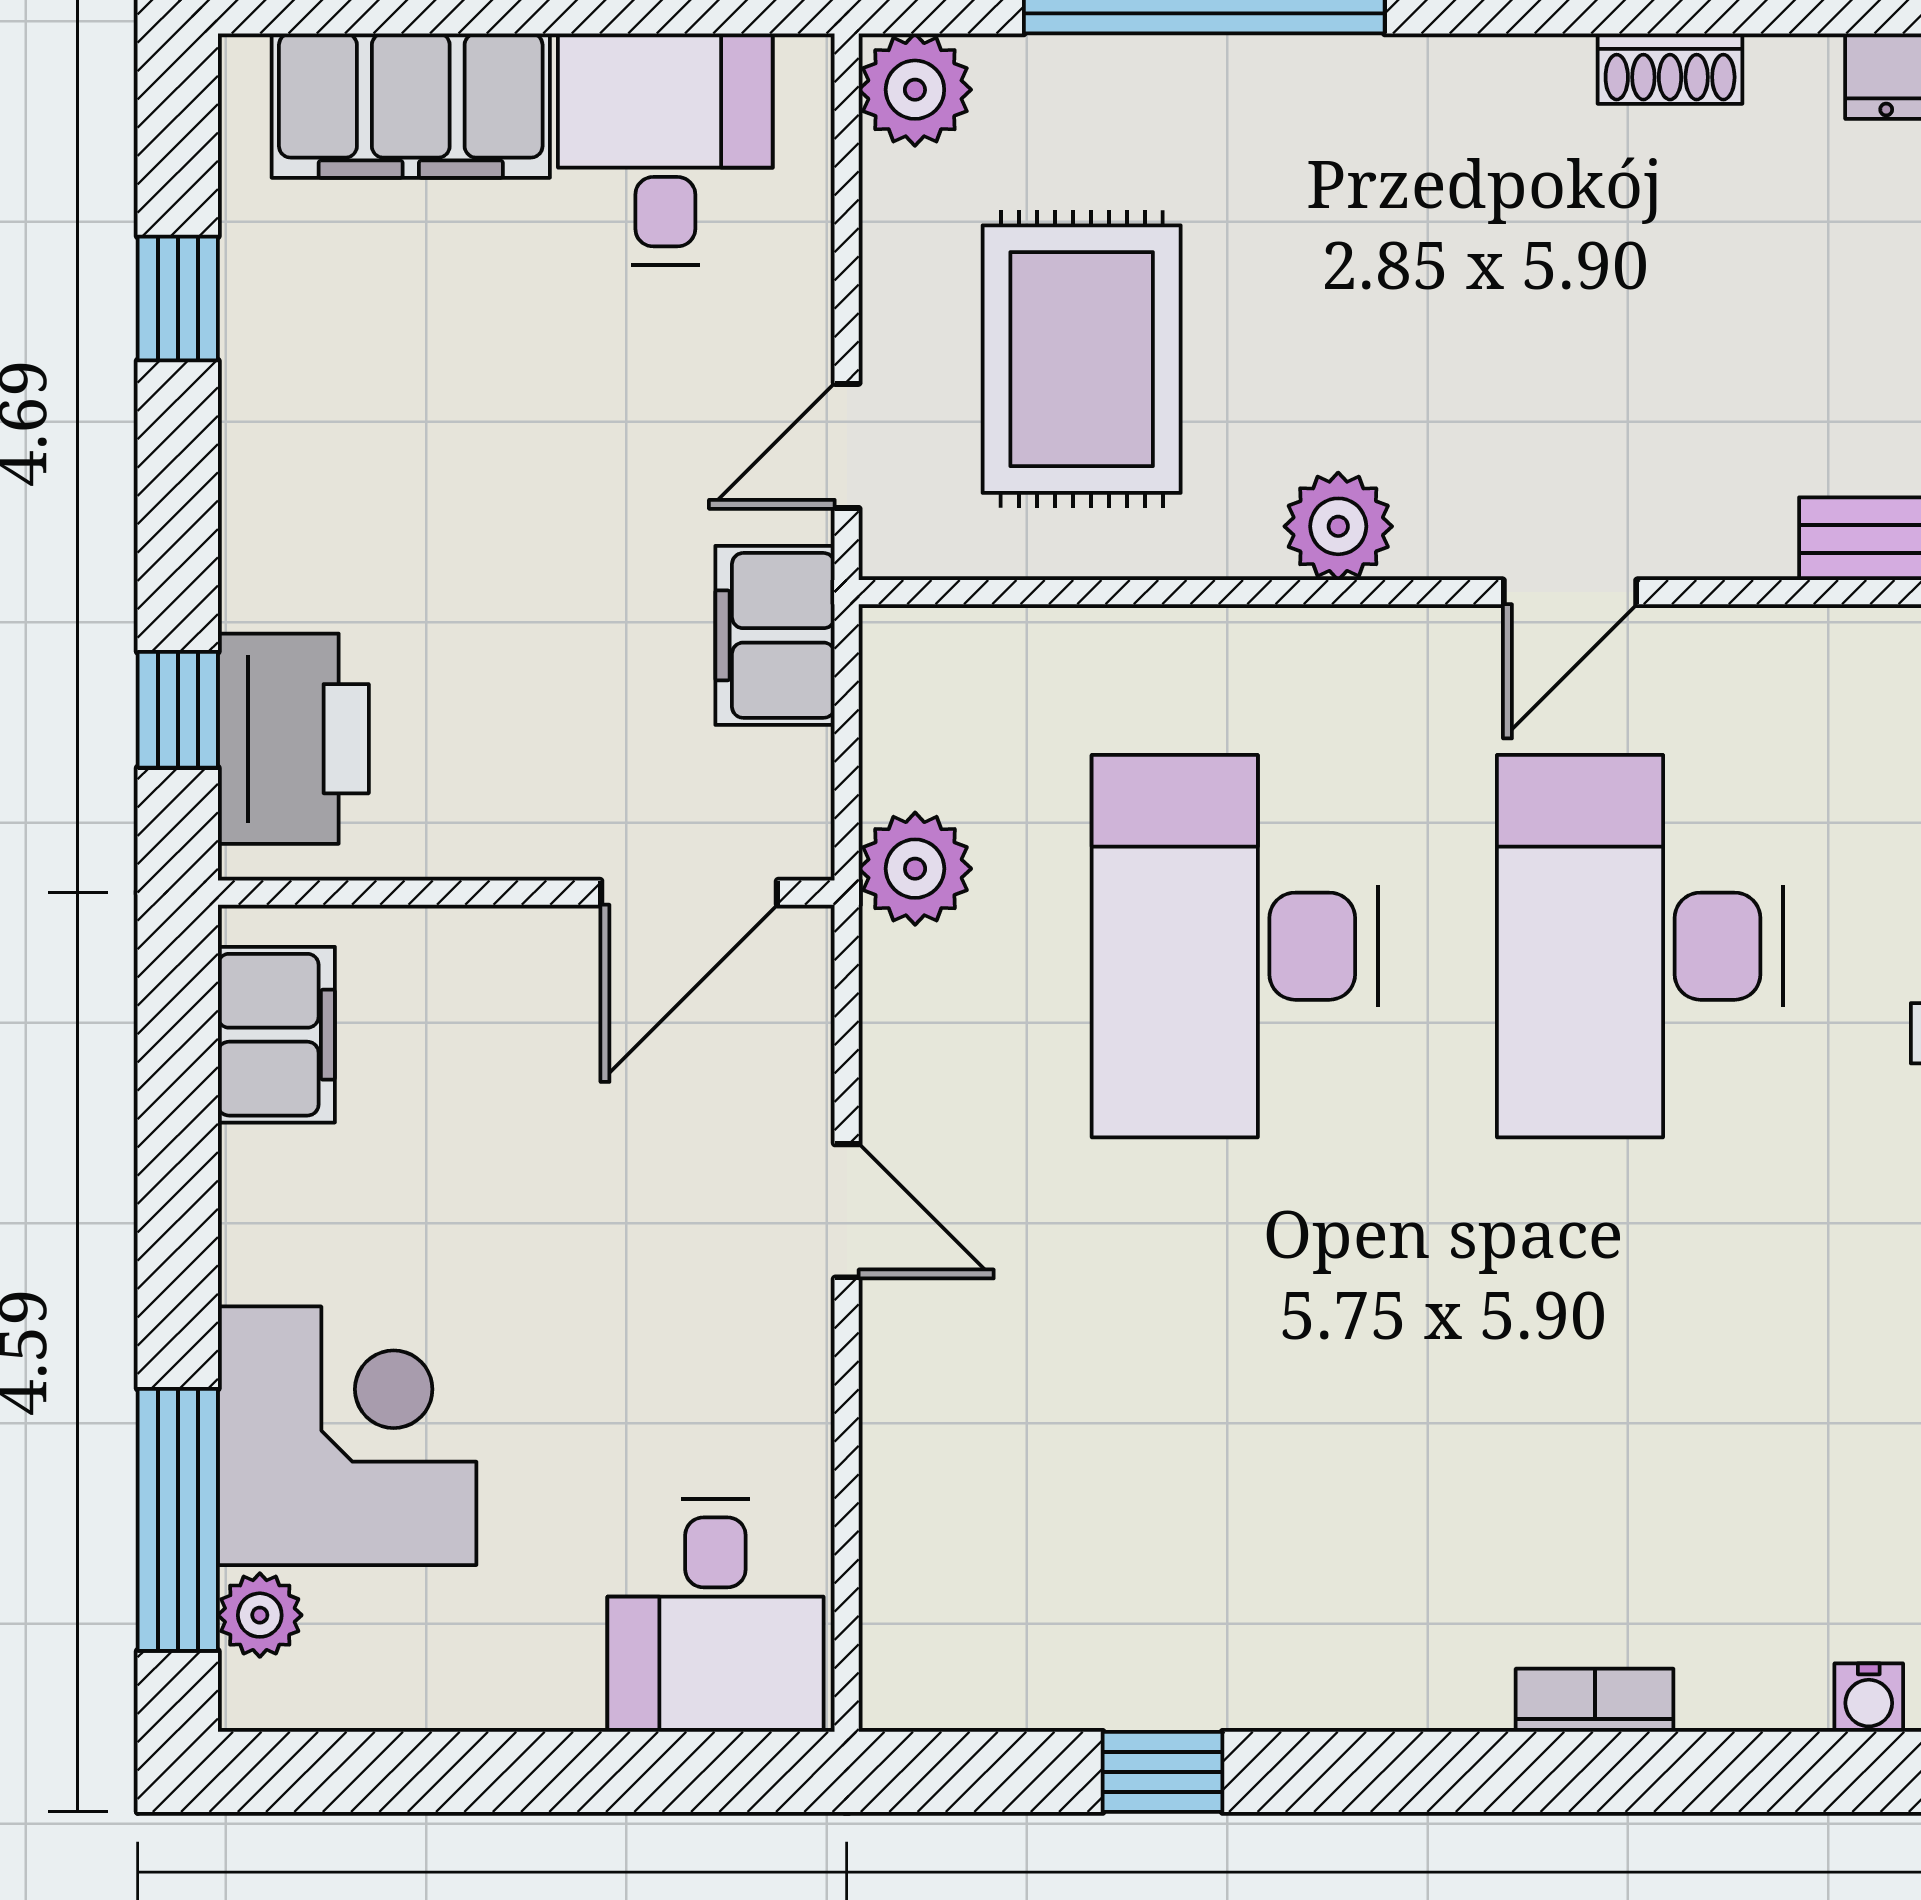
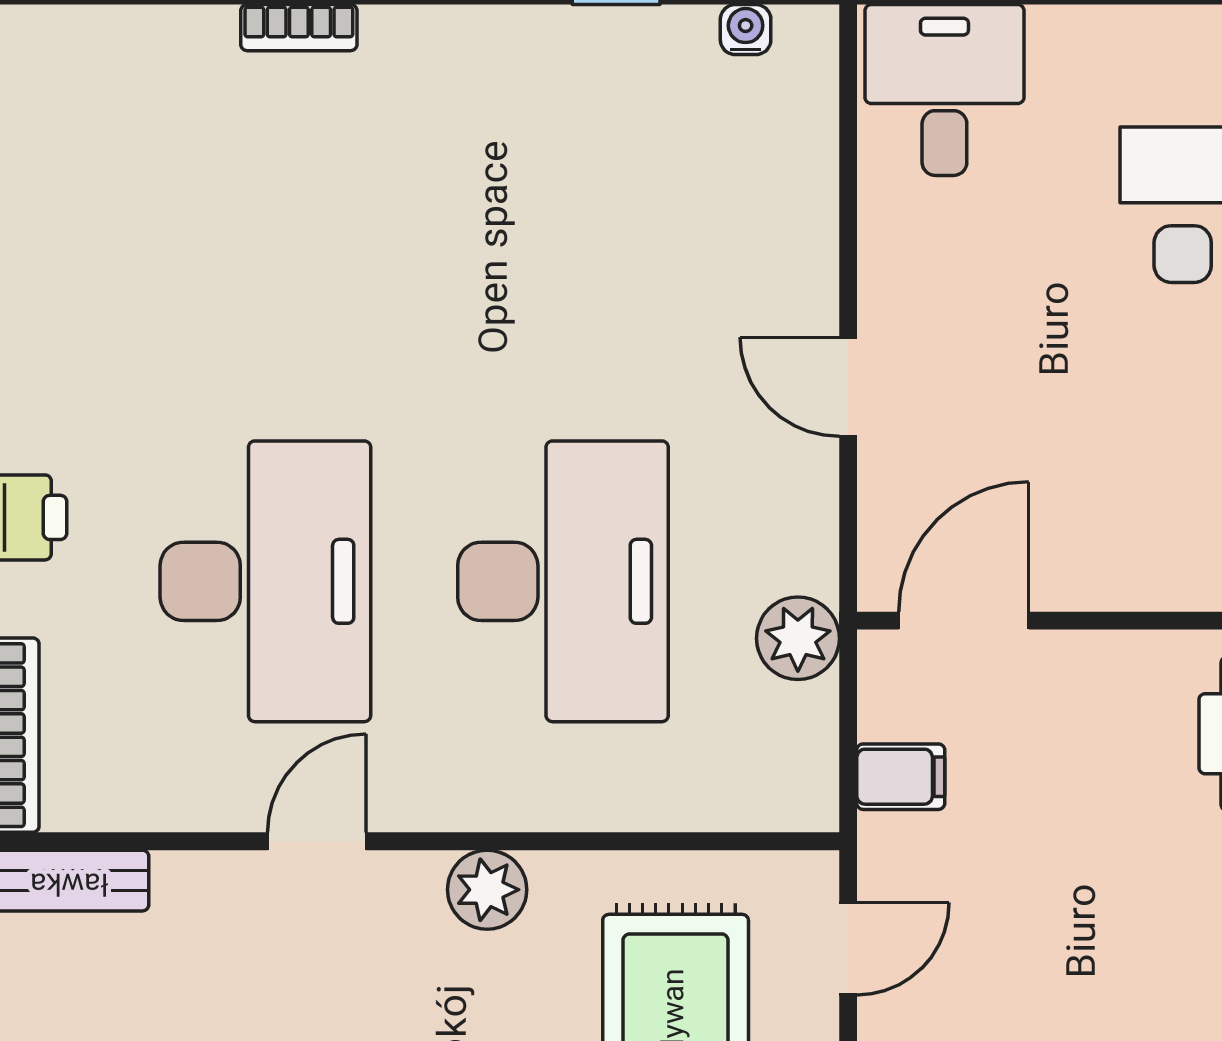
filing cabinet: (775, 635) -> (901, 777), width x0.50
water cooler: (1869, 1698) -> (746, 30), moved

